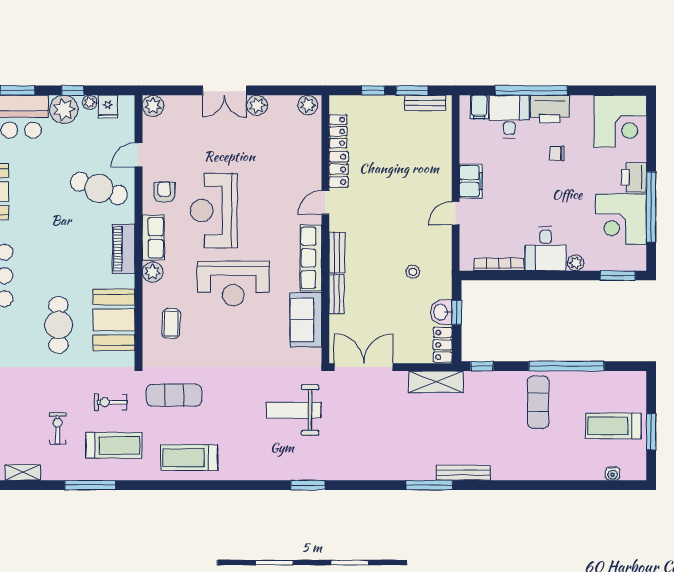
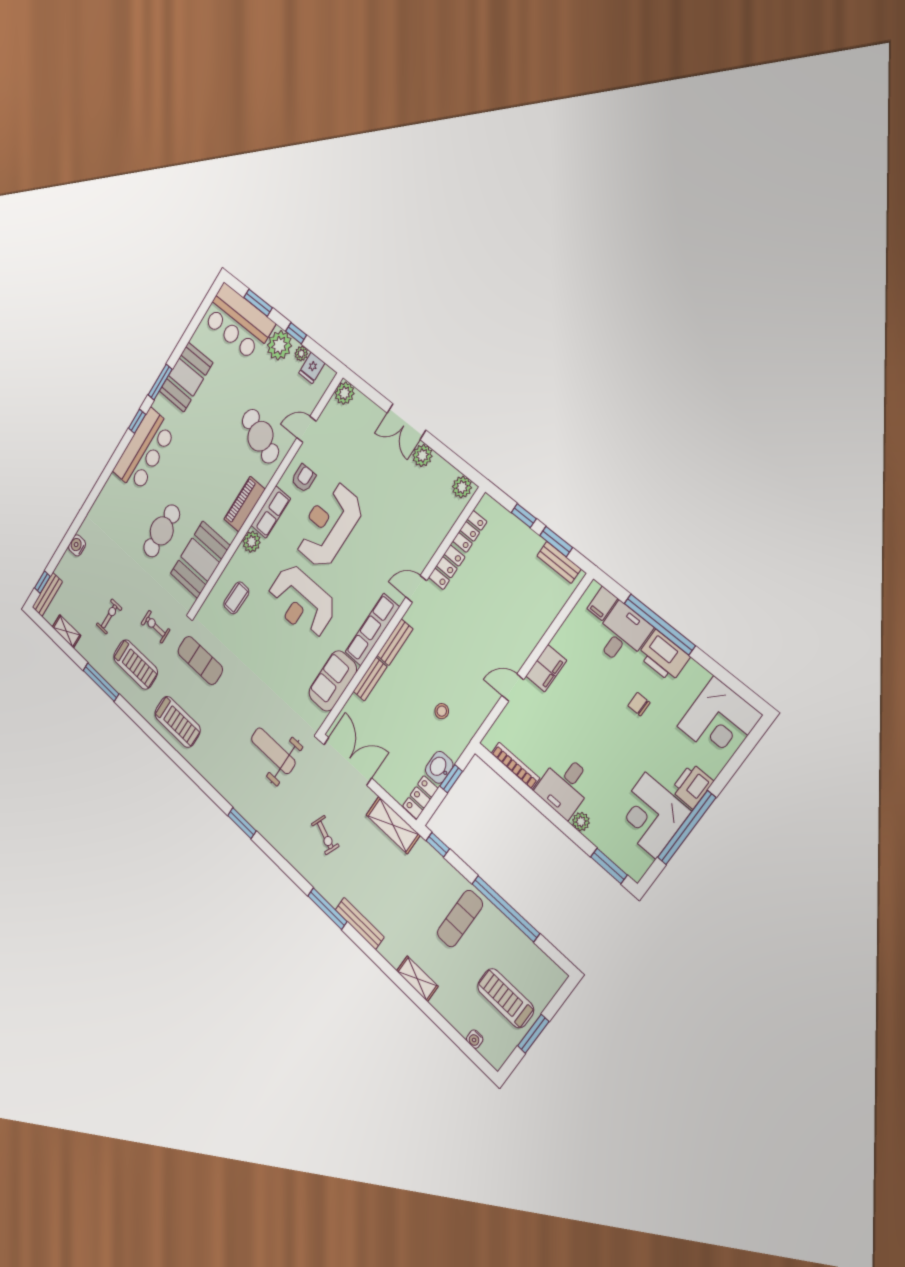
exercise bike: (386, 434) -> (325, 835), added
treadmill: (189, 458) -> (177, 722), turned 180
shelving: (538, 471) -> (417, 979), added

